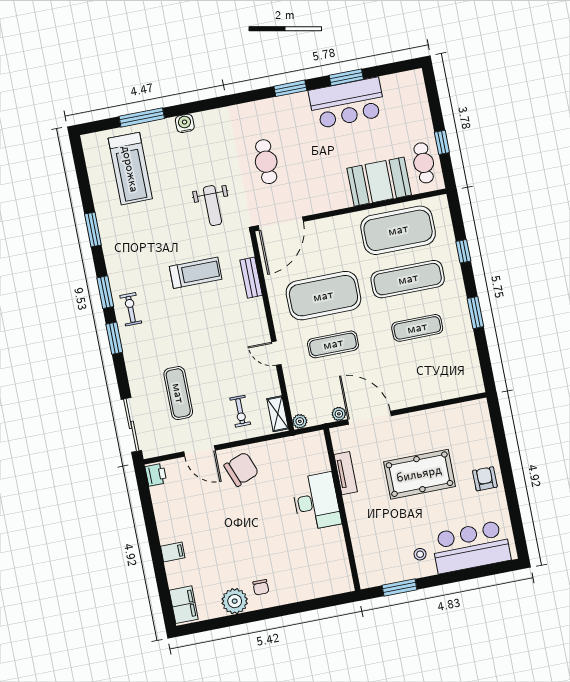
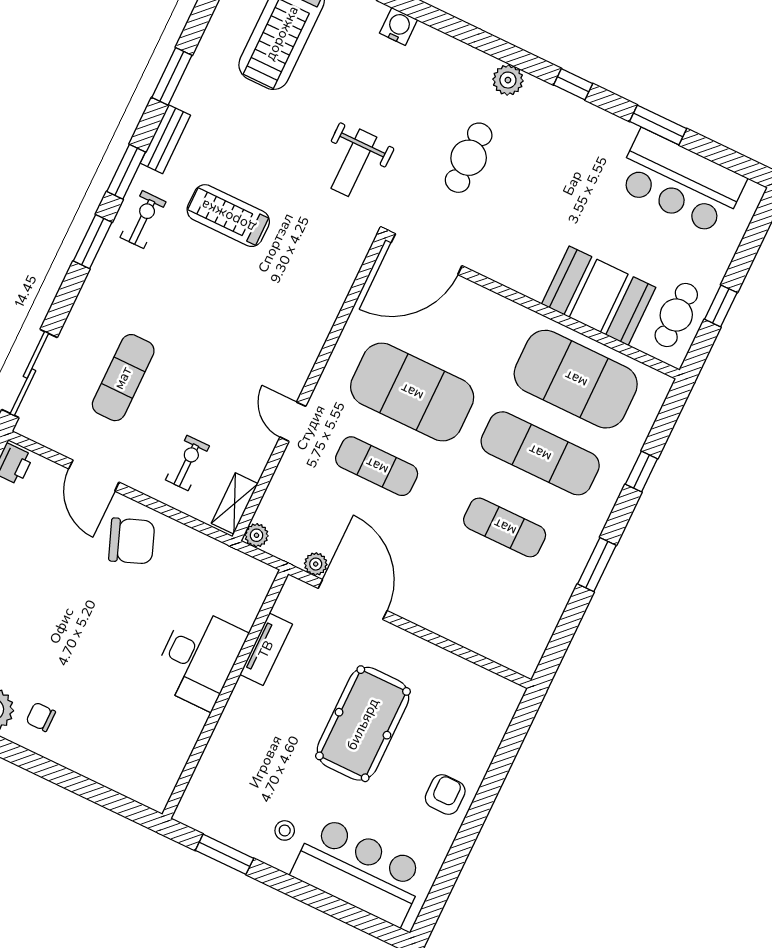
window: (290, 88) -> (573, 84), width x0.67
bar counter: (347, 103) -> (680, 182), moved
plant: (257, 110) -> (508, 80), added
treadmill: (196, 273) -> (228, 216), moved, turned 180
bench: (251, 278) -> (165, 139), moved
exercise bike: (240, 411) -> (187, 463), turned 180
pool table: (419, 474) -> (363, 724), turned 90
chair: (261, 587) -> (41, 717), turned 90

